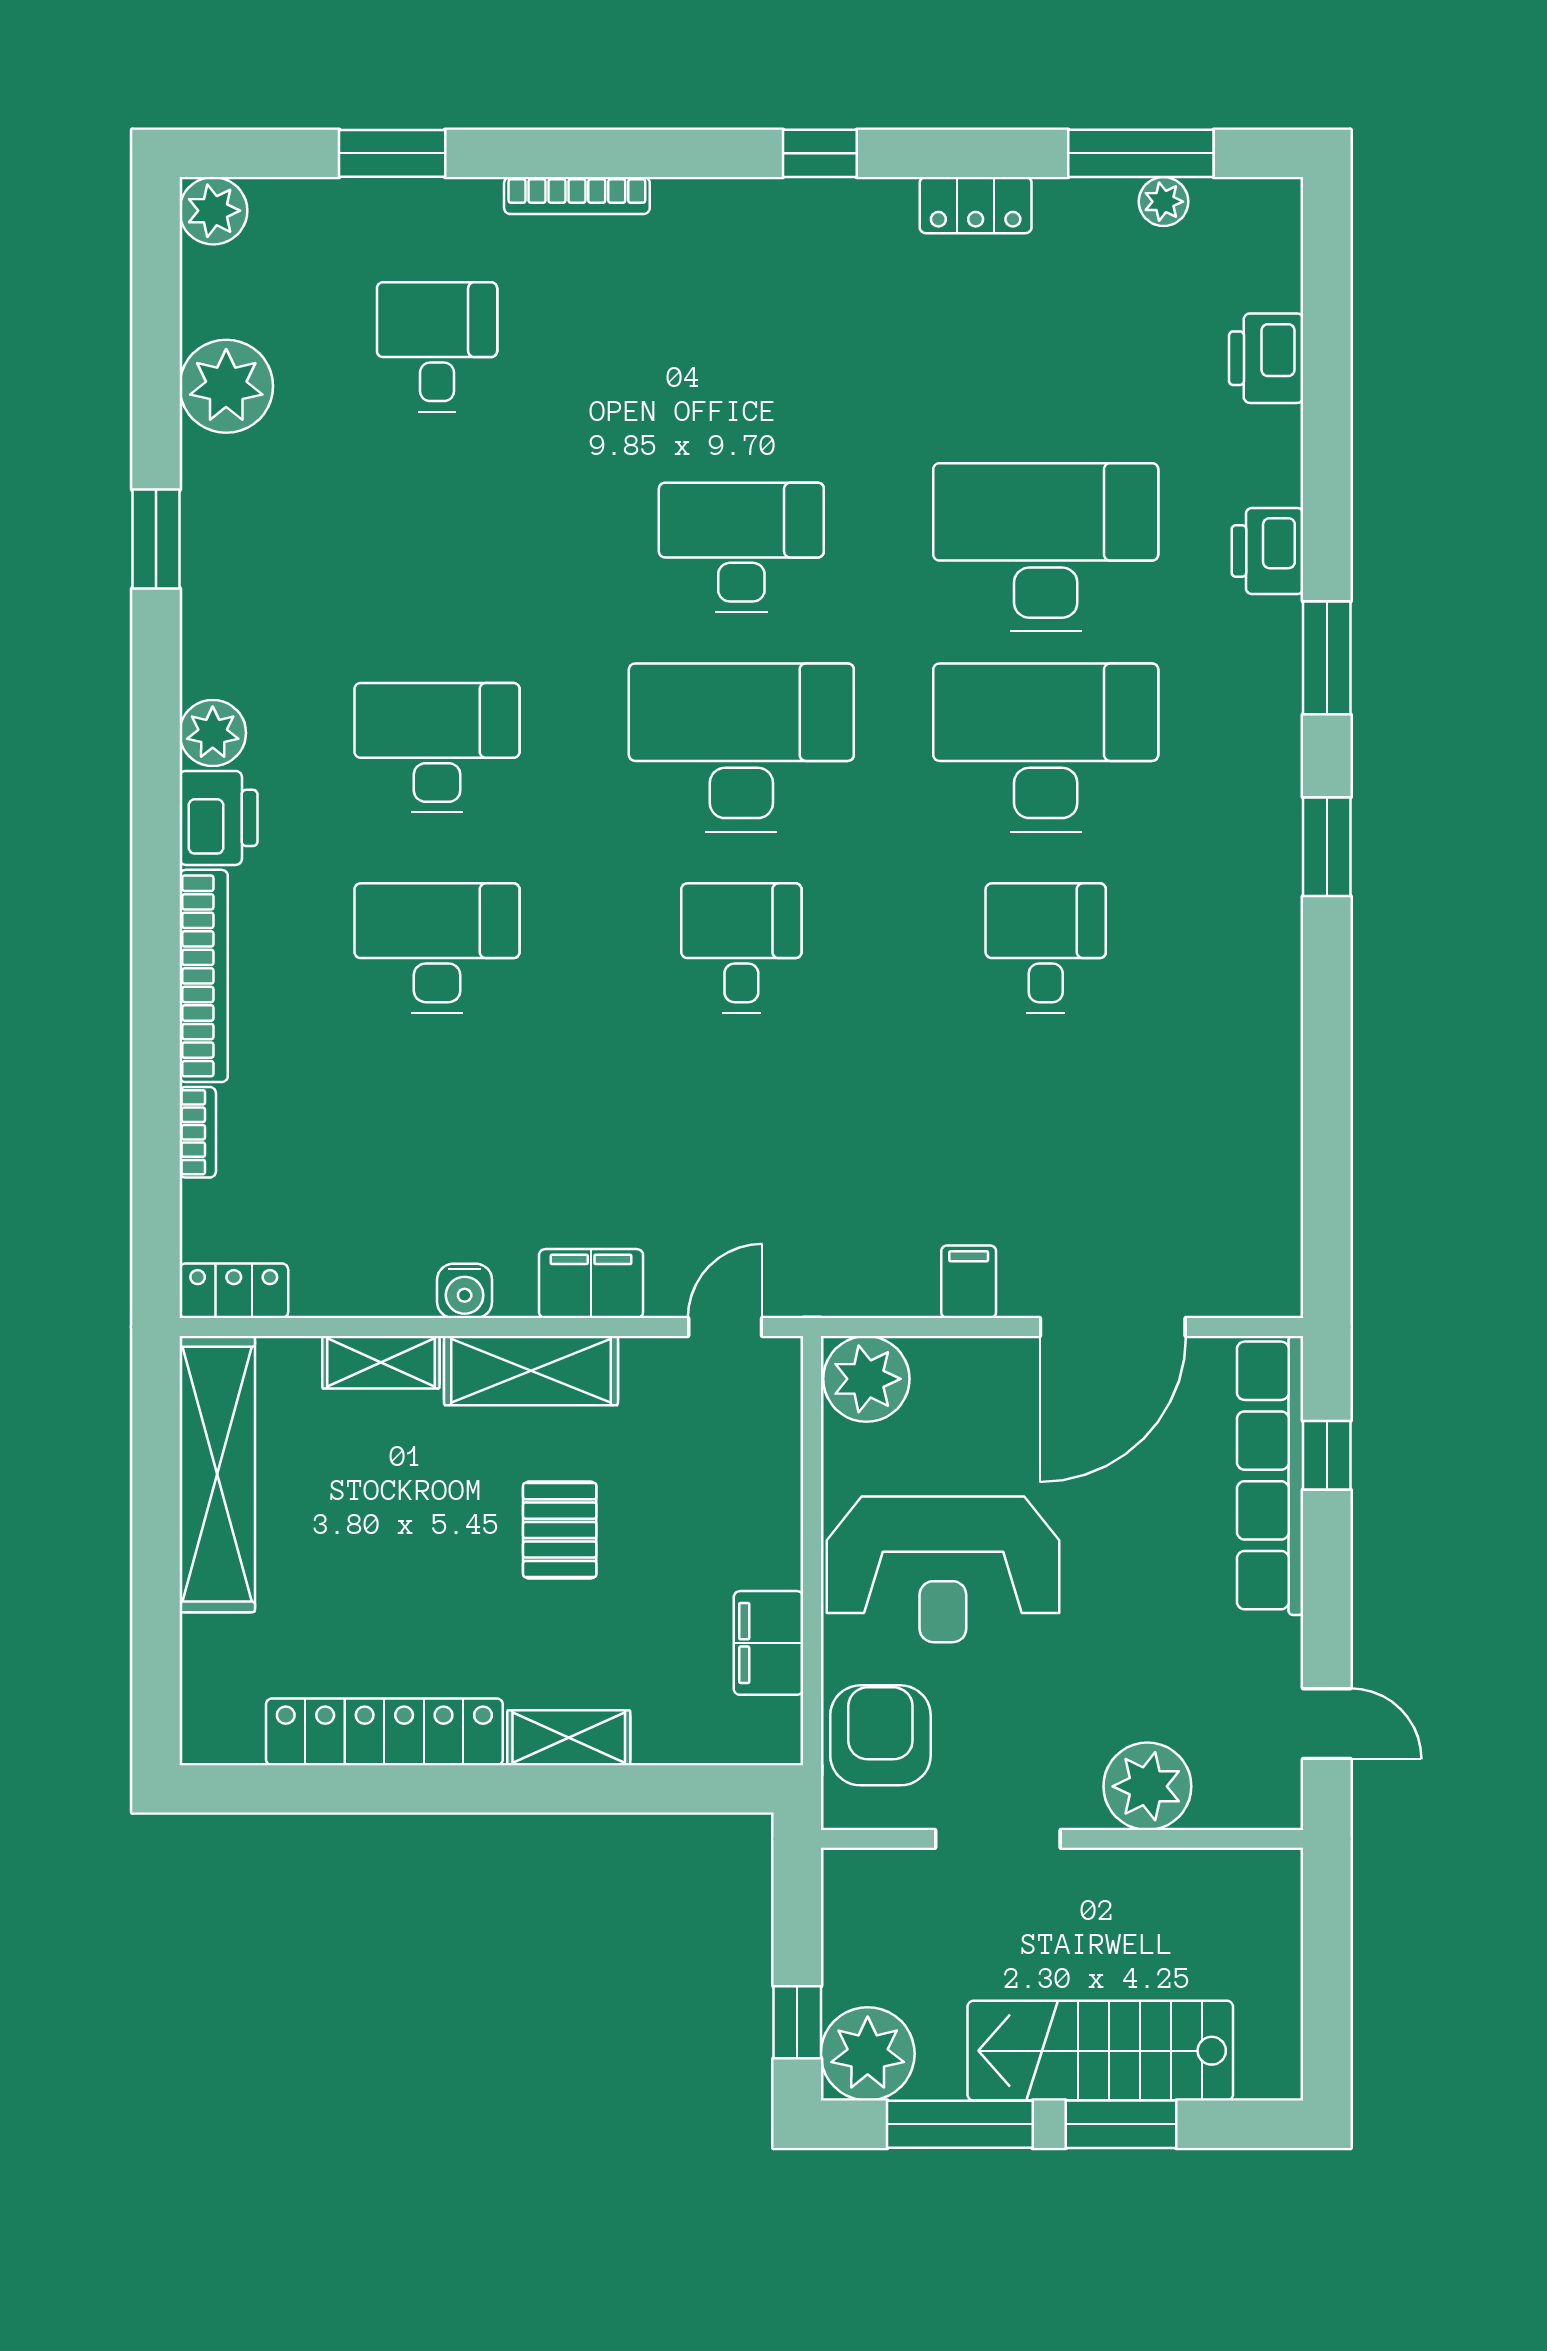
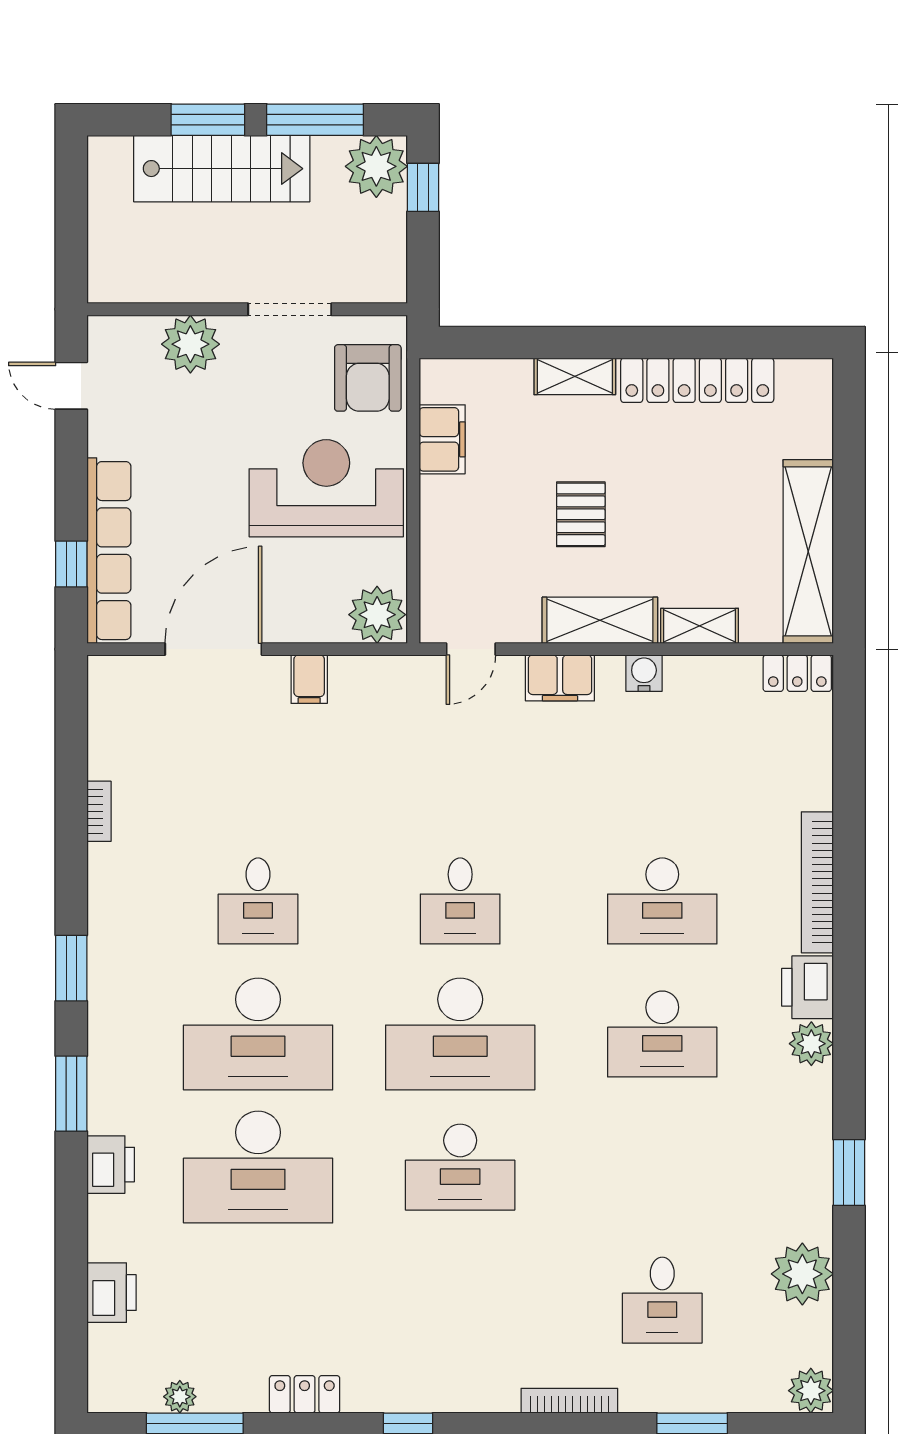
bookcase: (198, 1132) -> (99, 811), moved, turned 180

